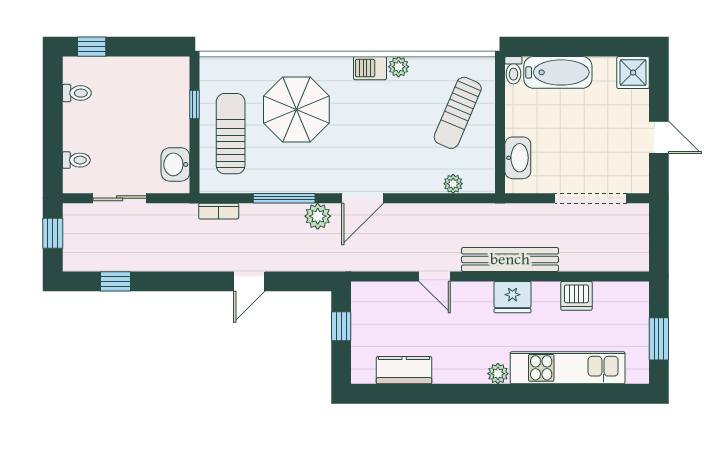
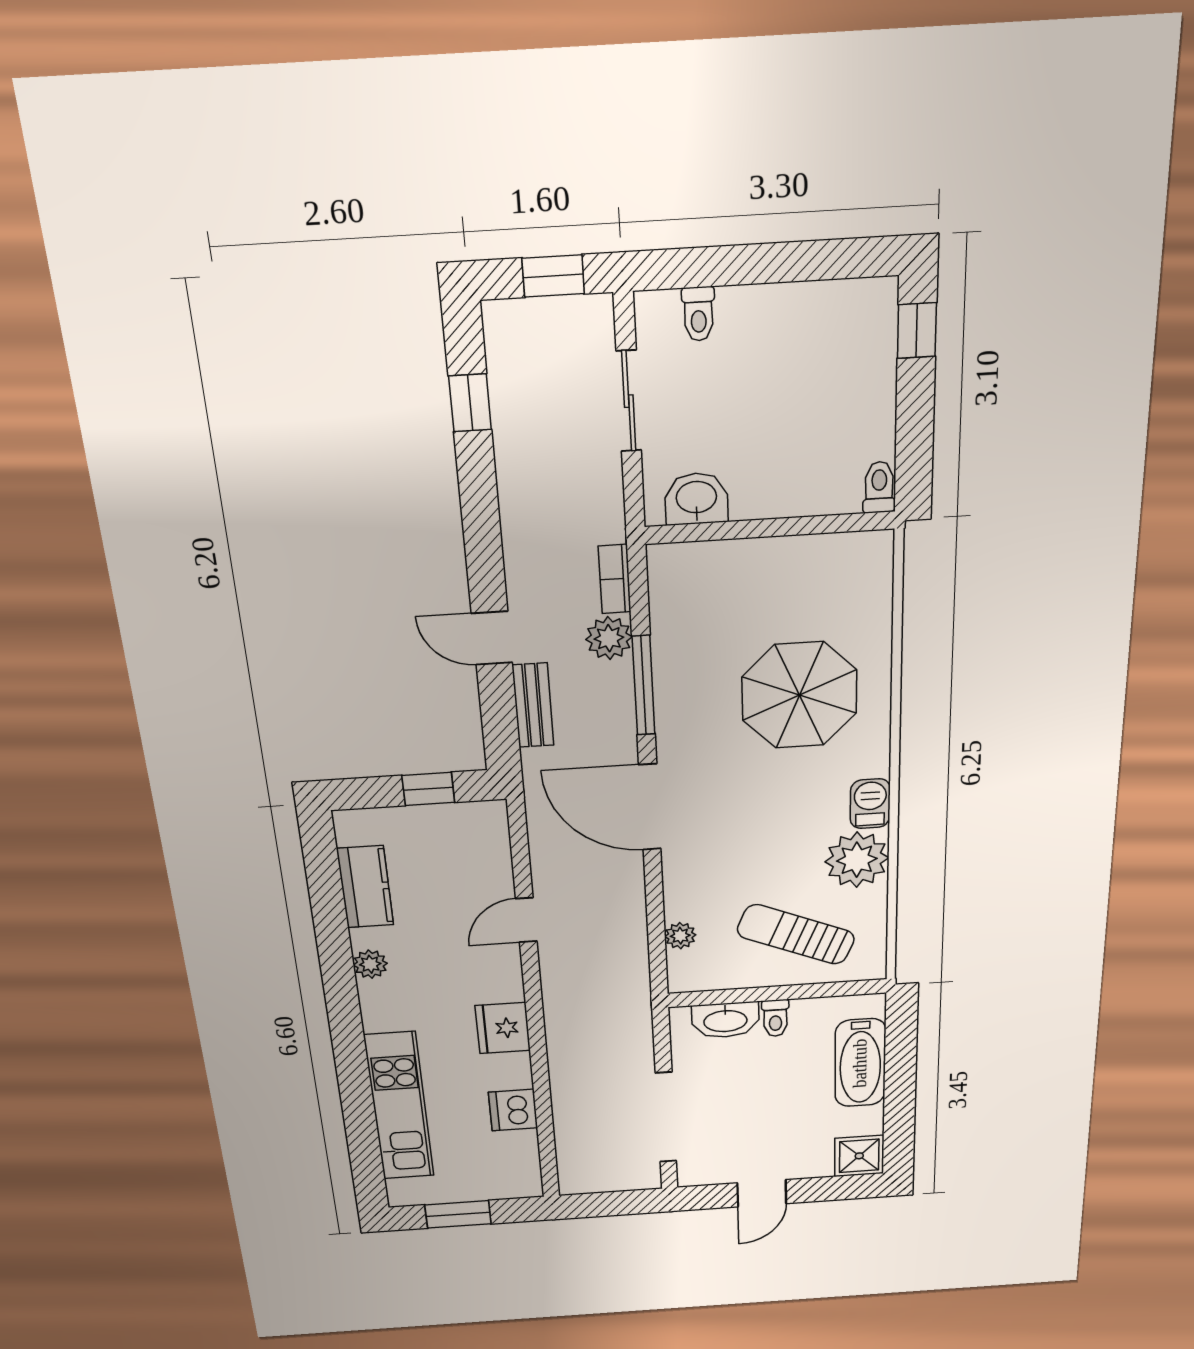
plant: (399, 67) -> (857, 860), width x1.87, depth x1.87
toilet: (513, 70) -> (775, 1018), moved, turned -90
toilet: (77, 93) -> (879, 487), moved, turned 180
window: (195, 104) -> (807, 525), removed
sun lounger: (231, 134) -> (755, 590), removed
door: (363, 198) -> (650, 807), width x1.36
plant: (318, 216) -> (609, 638), moved
bench: (510, 260) -> (533, 705), moved, width x0.54, depth x0.82
plant: (498, 374) -> (370, 964), moved

